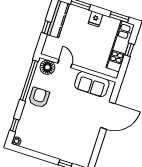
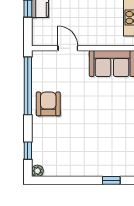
floor lamp: (47, 67) -> (47, 61), removed

